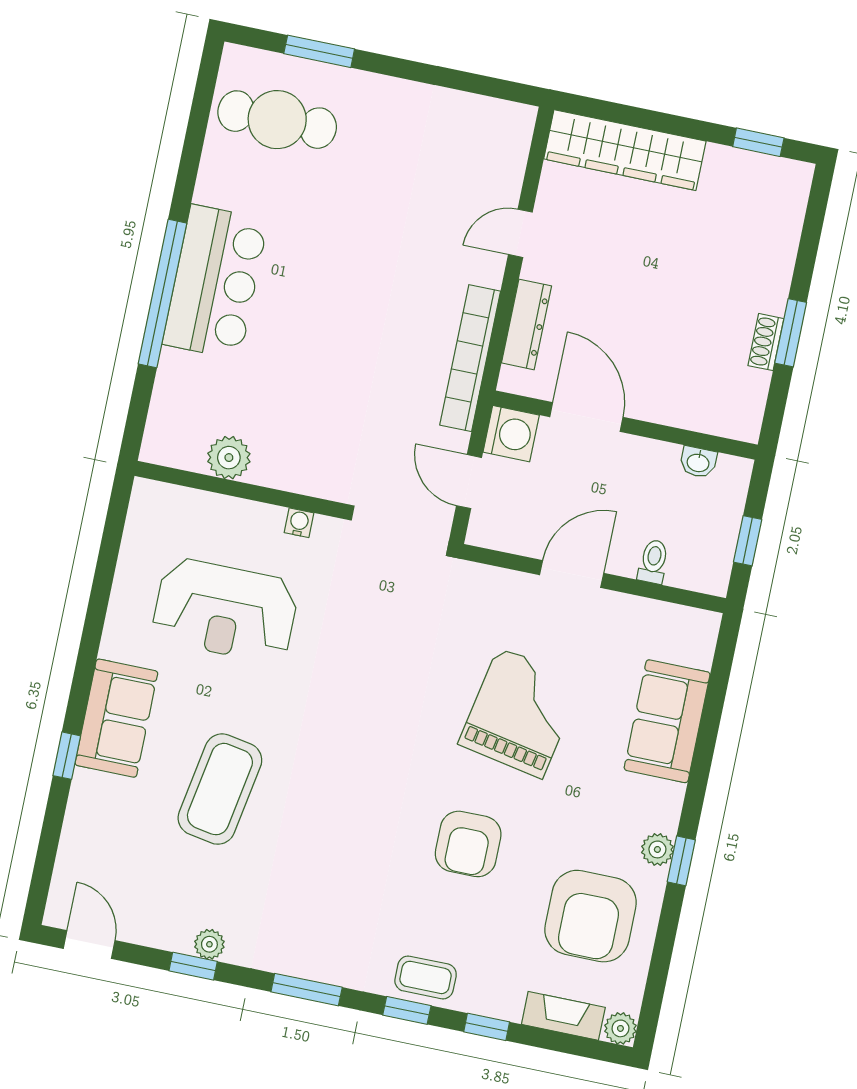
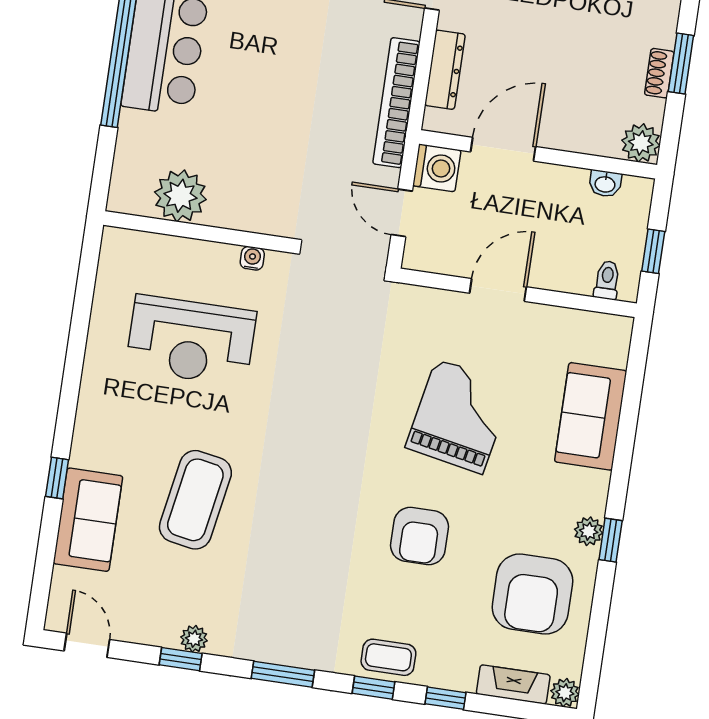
door: (586, 417) -> (503, 149), hinge flipped
plant: (741, 419) -> (641, 143), added
plant: (229, 458) -> (180, 196), width x1.36, depth x1.36
toilet: (653, 562) -> (607, 280), moved
sofa: (116, 718) -> (88, 520), moved

